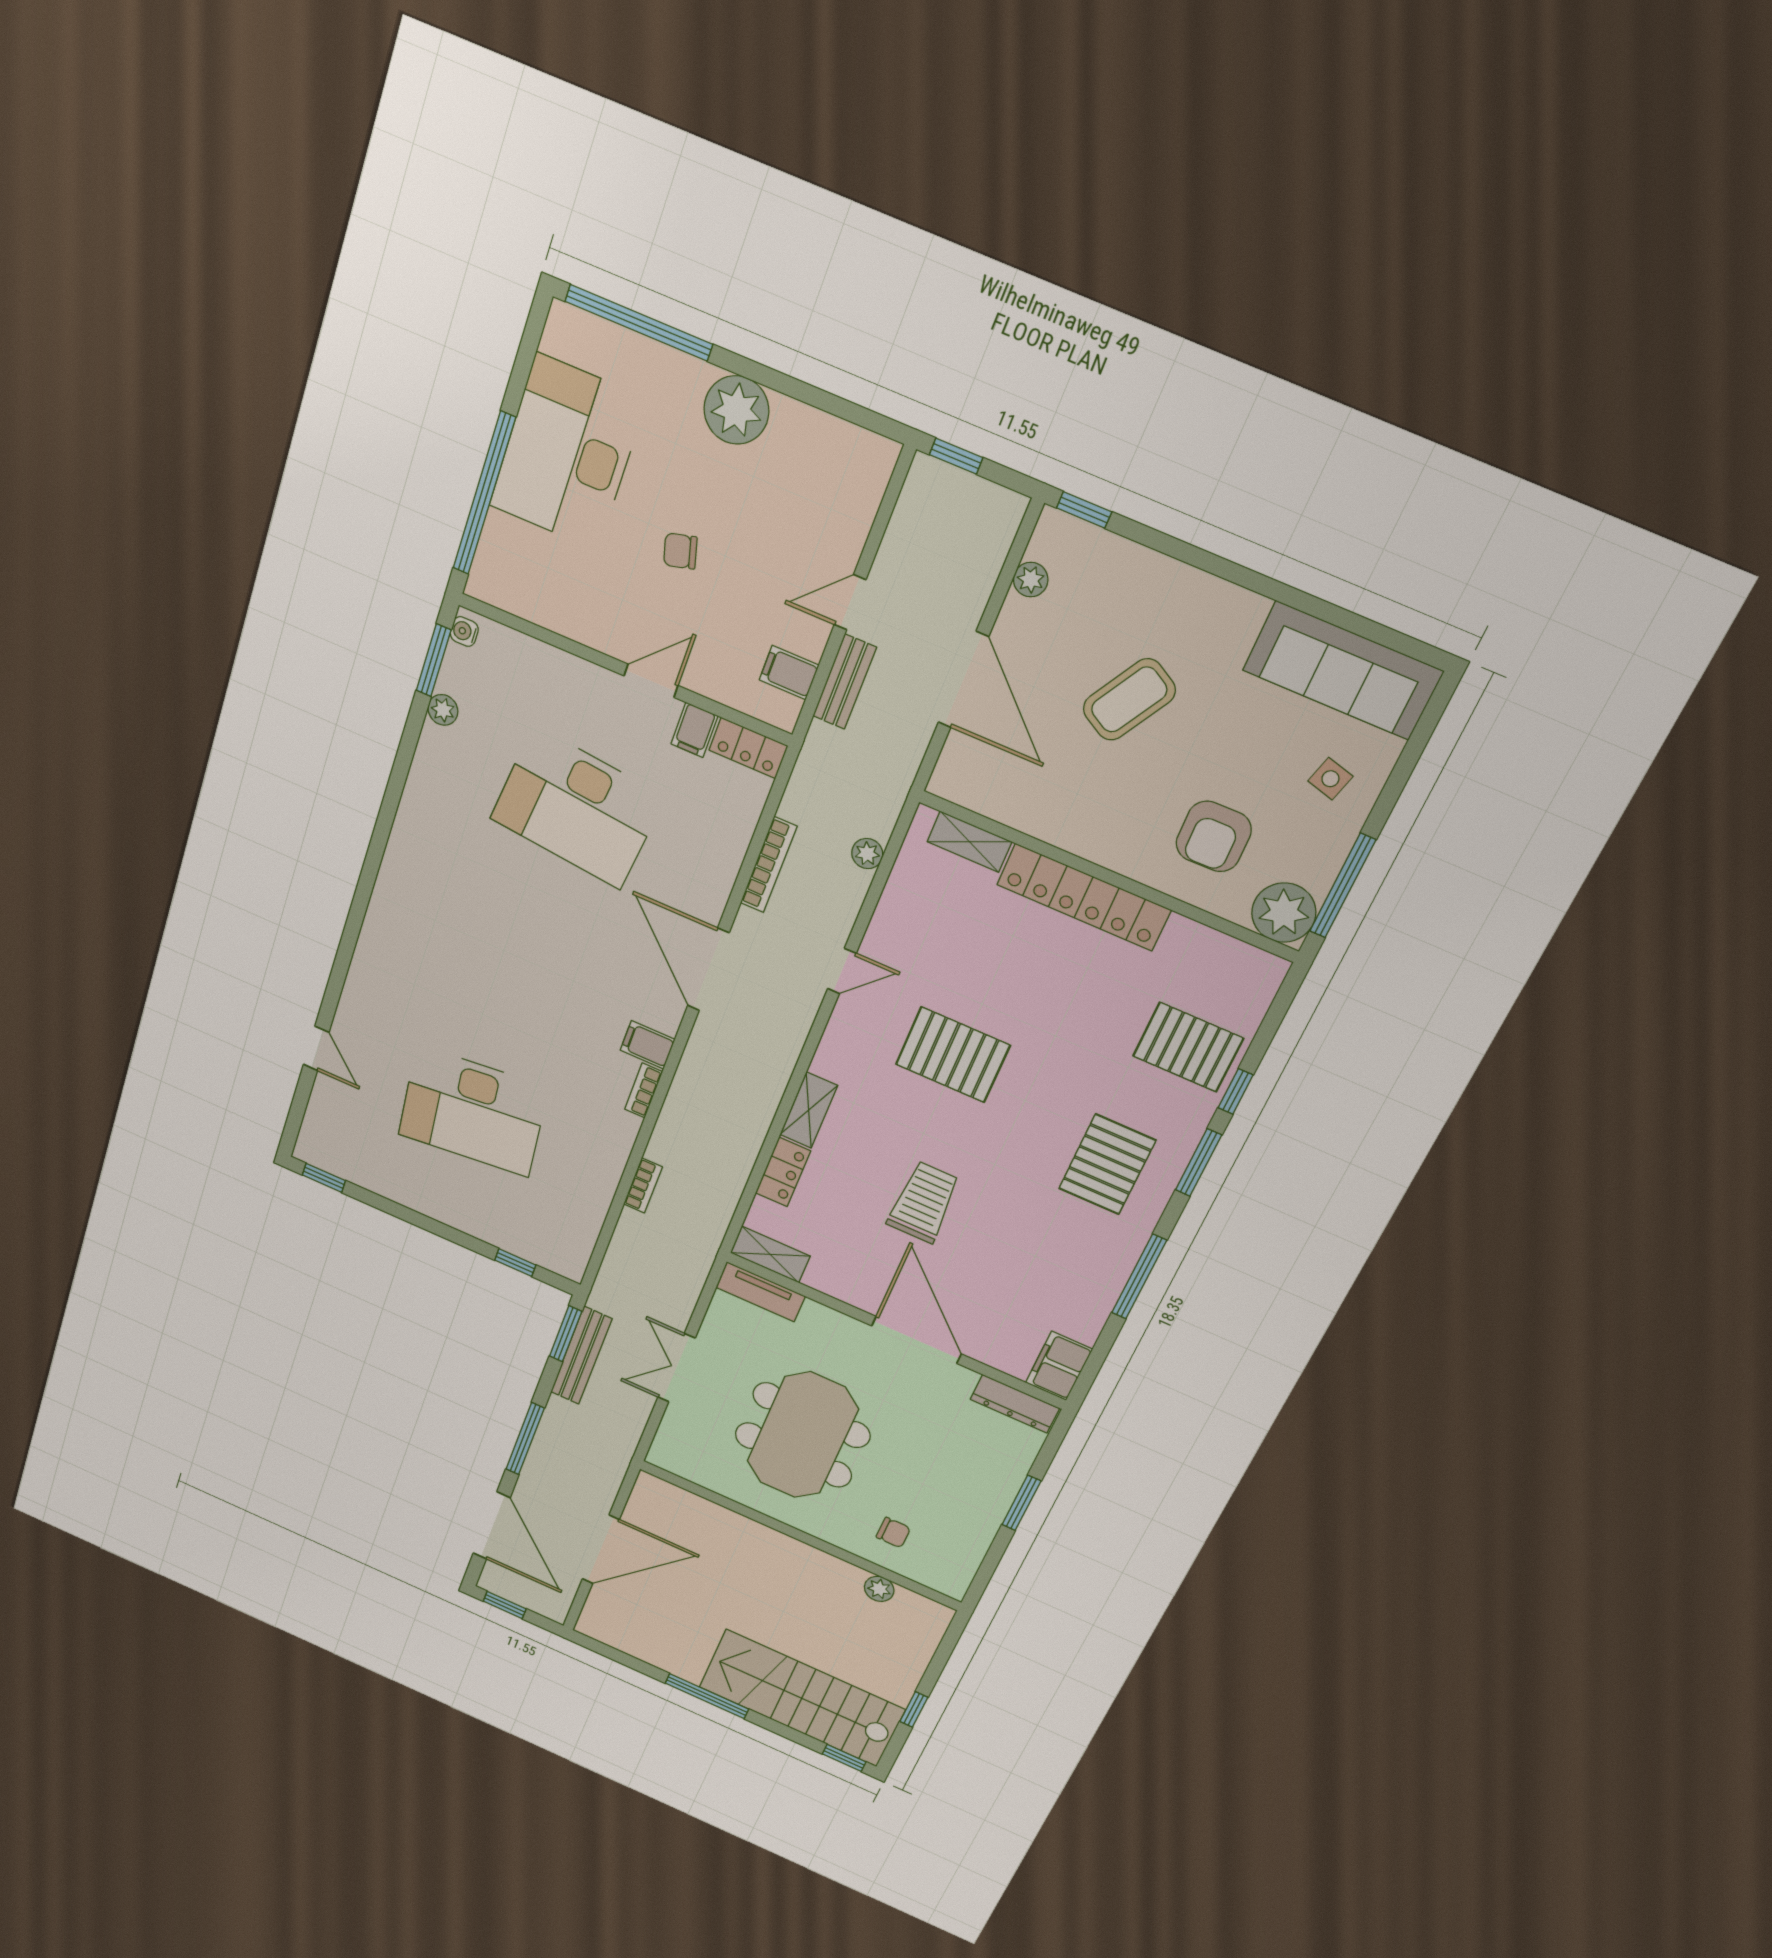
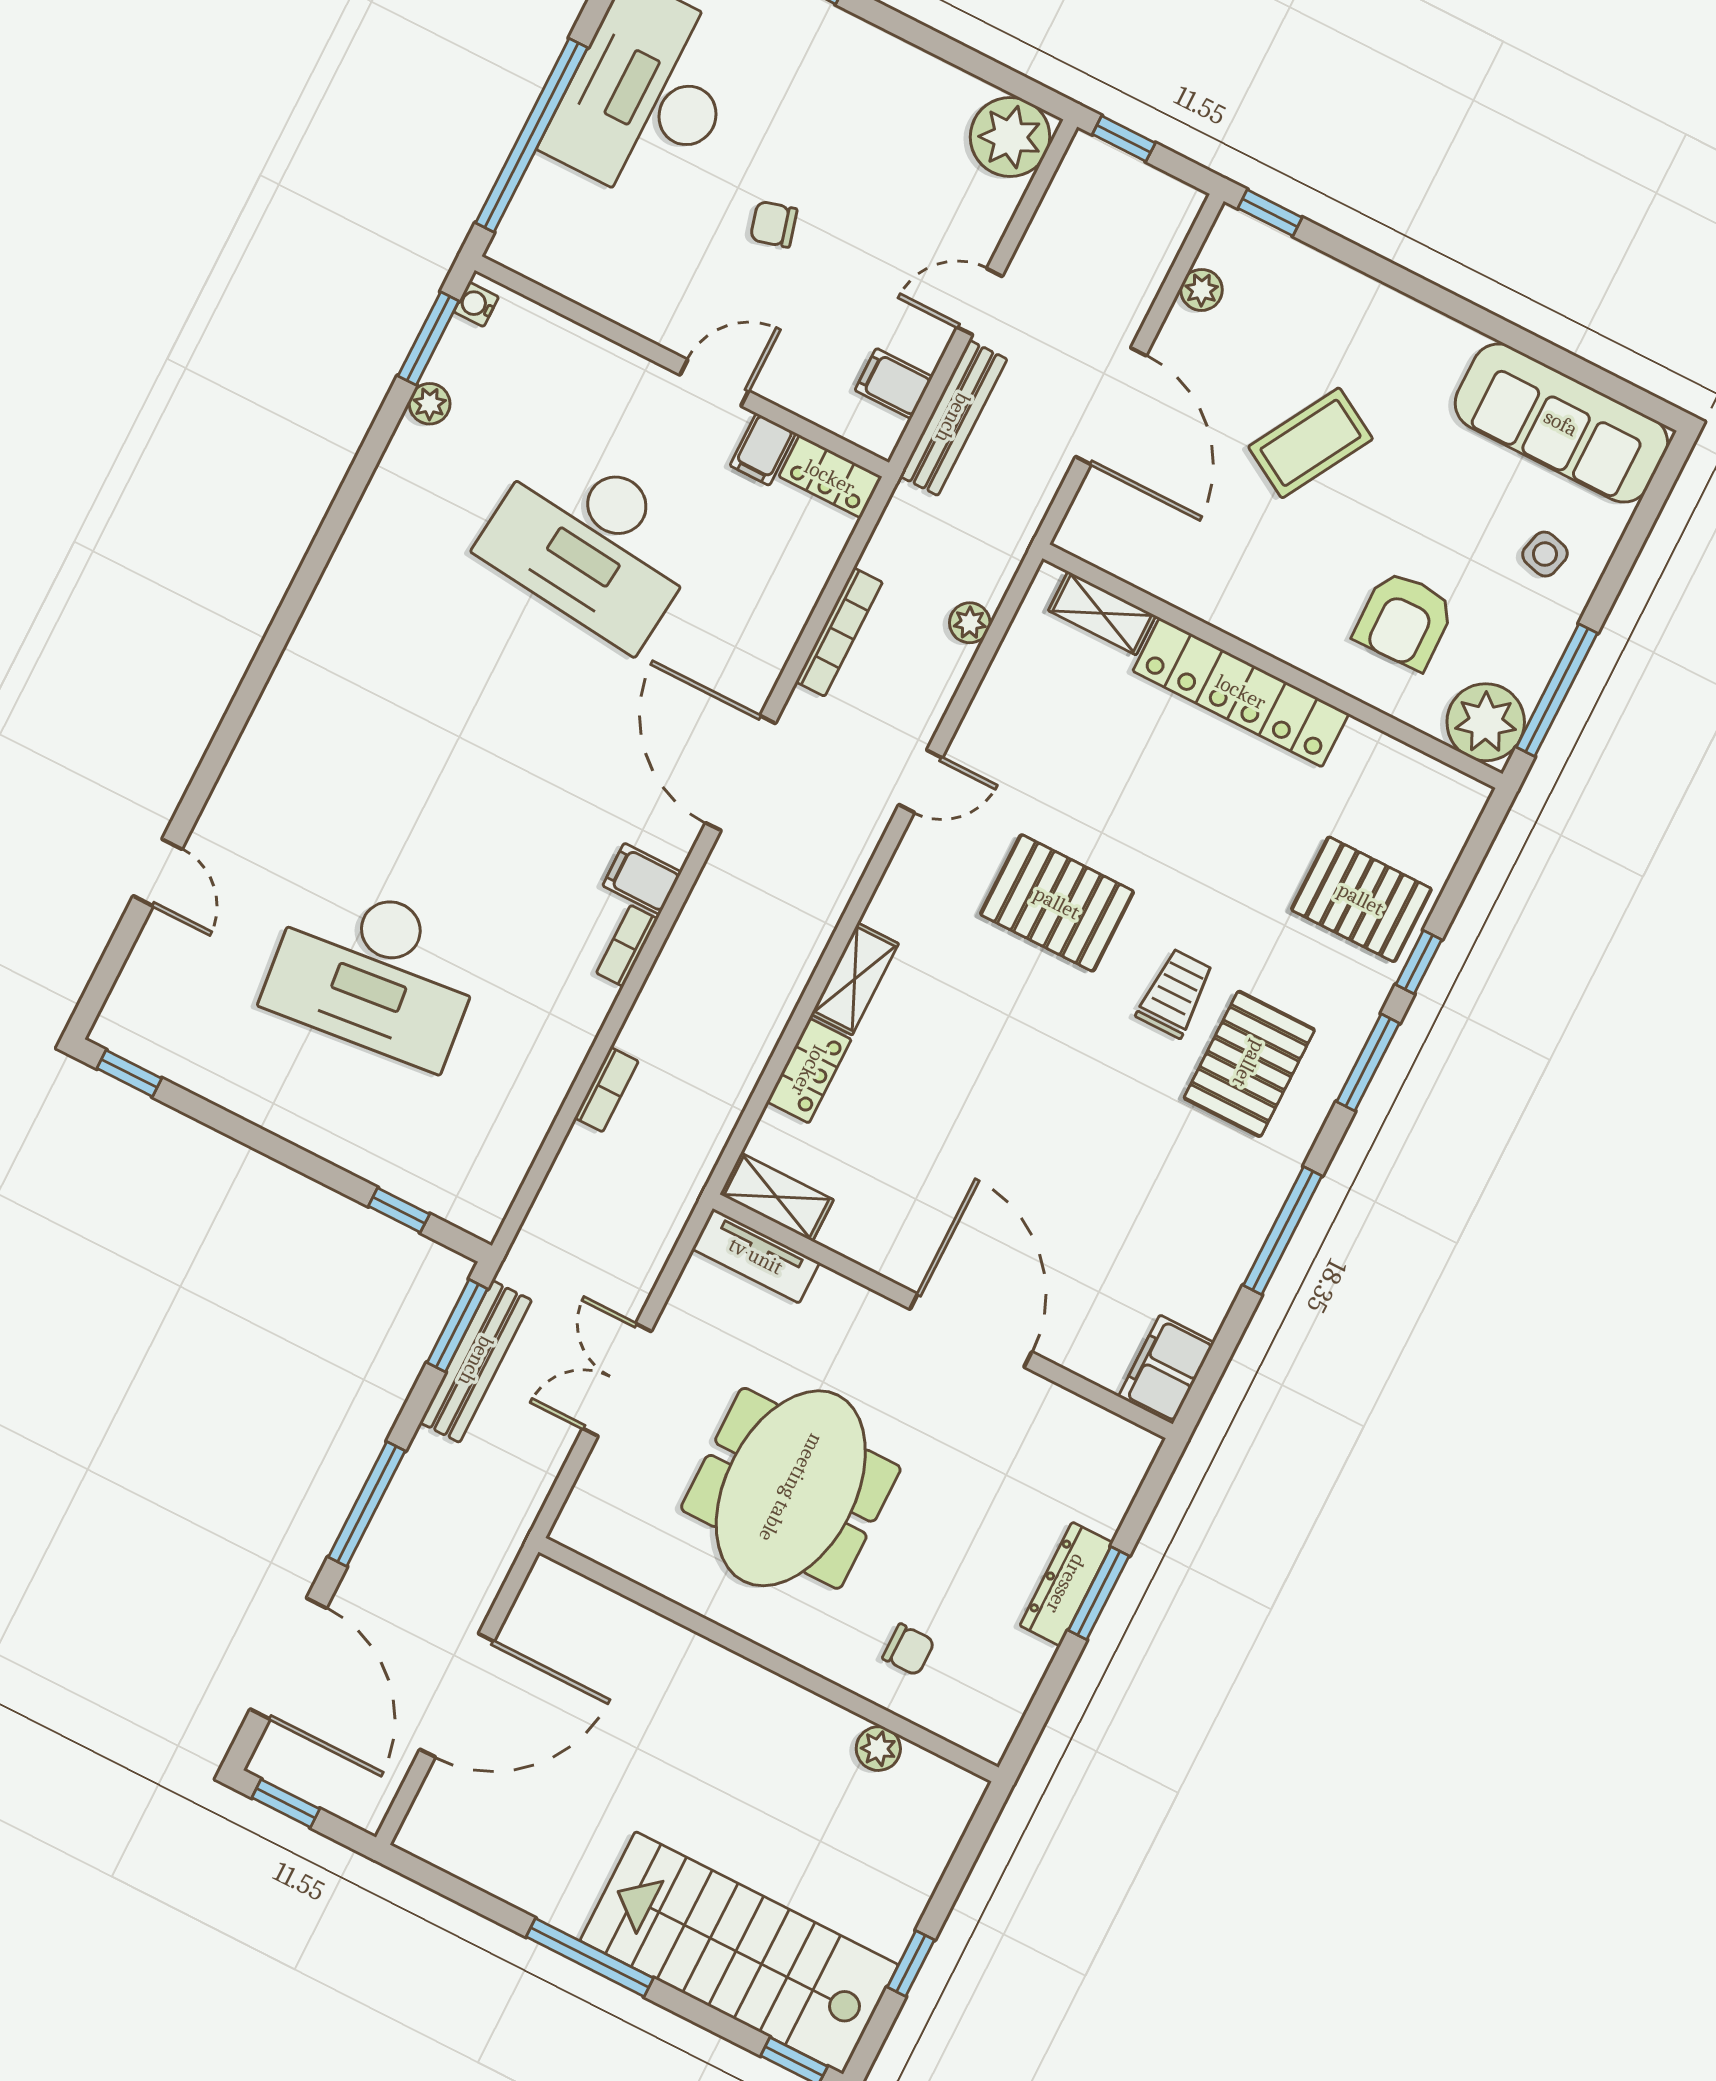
plant: (736, 410) -> (1010, 137), moved
bench: (845, 682) -> (953, 418), width x1.36
trolley: (924, 1202) -> (1175, 993), moved, width x0.73, depth x0.72
dresser: (1015, 1404) -> (1066, 1584), moved, turned 90

